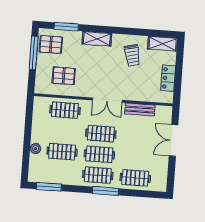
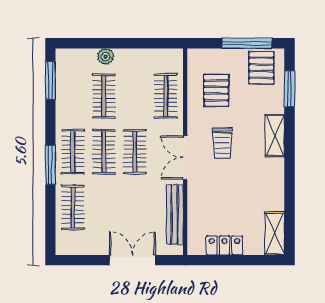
trolley: (132, 55) -> (222, 143), moved, turned -77
bench: (140, 109) -> (175, 215), width x1.36

